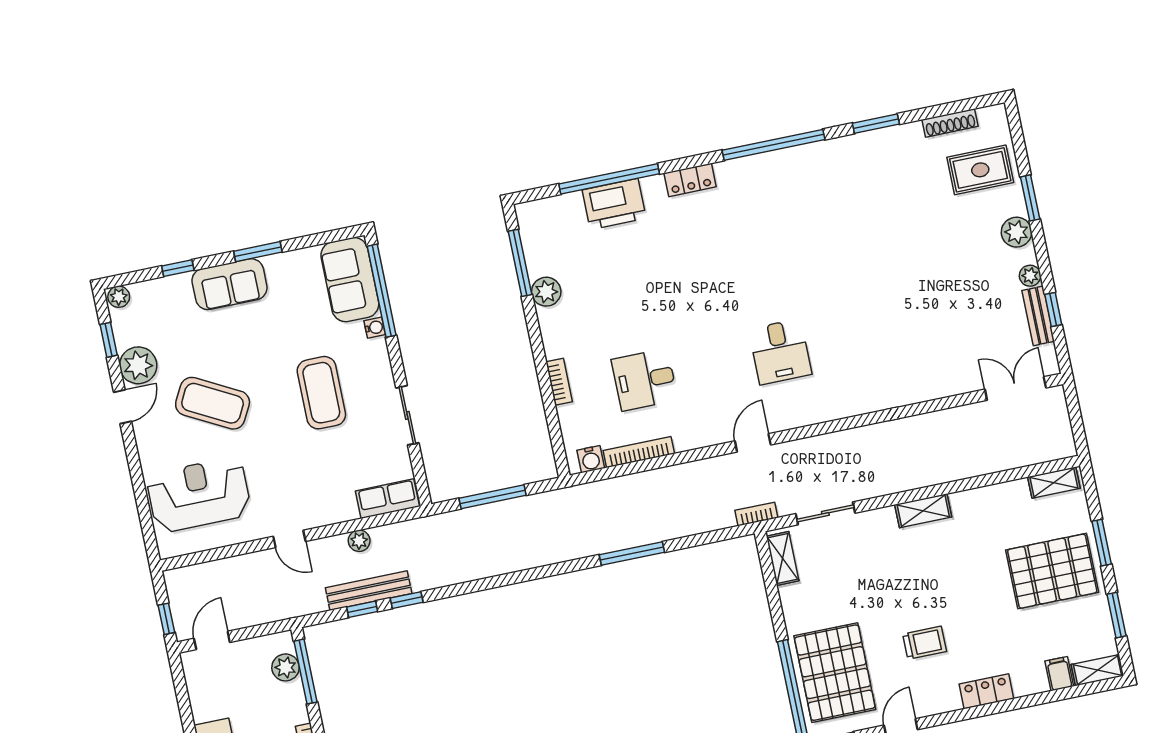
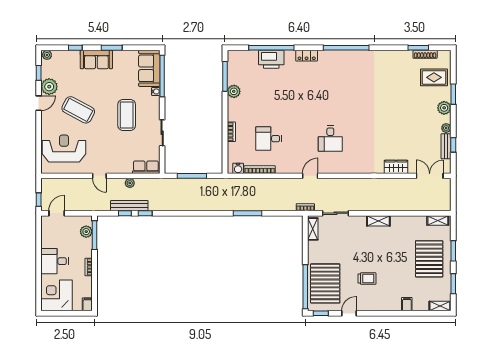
window: (876, 124) -> (418, 48), moved
wardrobe: (937, 384) -> (396, 167), added
pallet: (1052, 571) -> (429, 259), turned 90
filing cabinet: (1059, 674) -> (407, 304), moved
locker: (986, 691) -> (390, 305), removed

